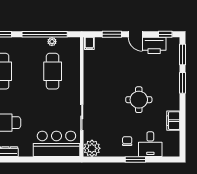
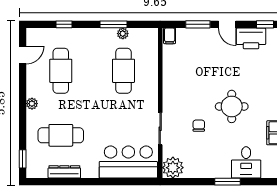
window: (45, 34) -> (113, 24), width x0.47
chair: (127, 141) -> (199, 126), moved

